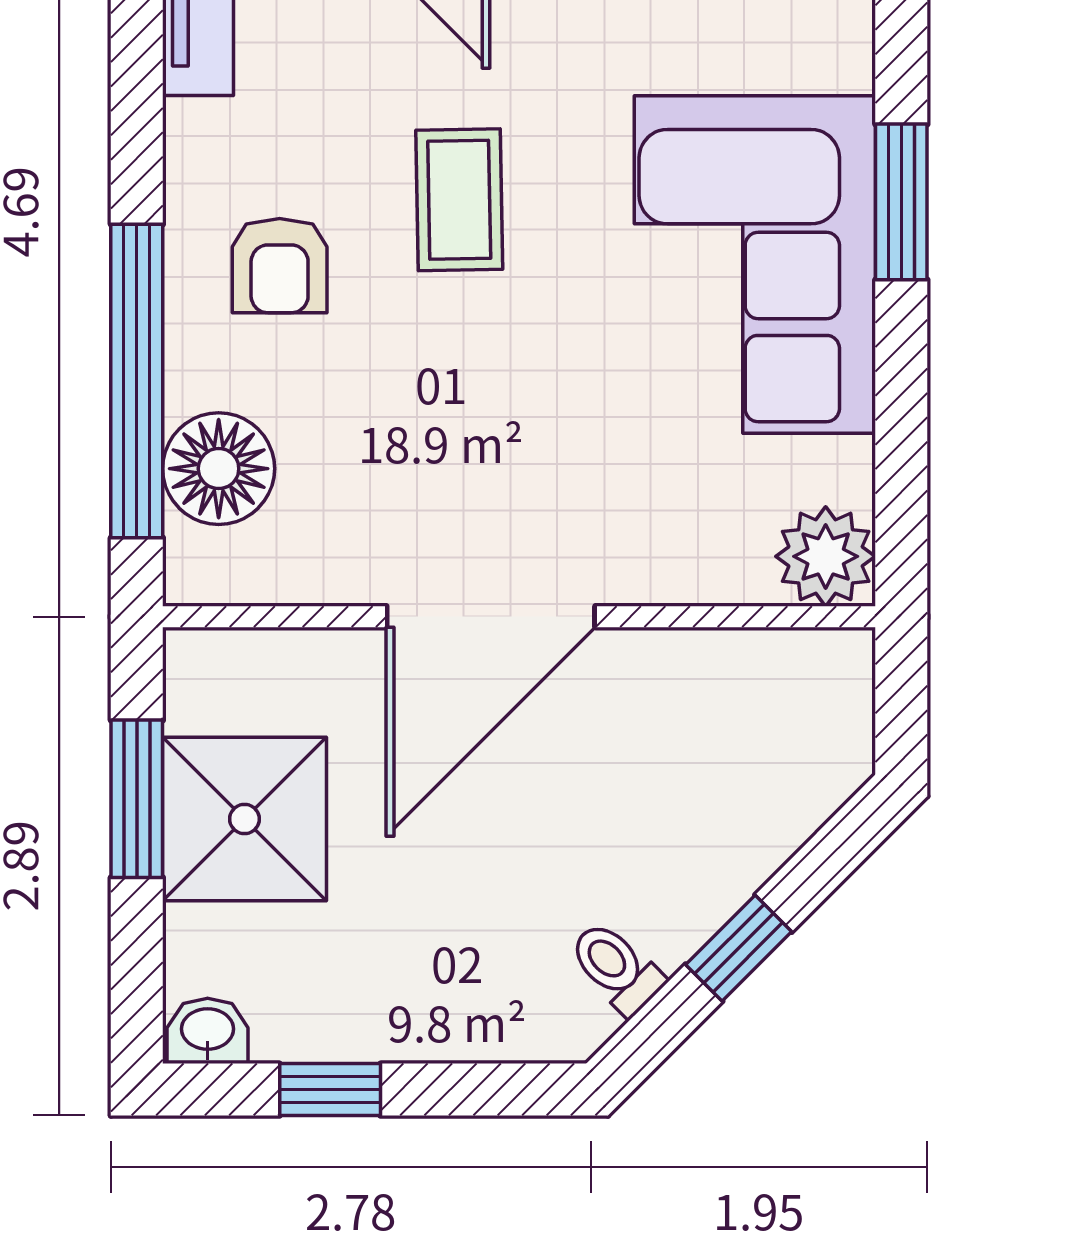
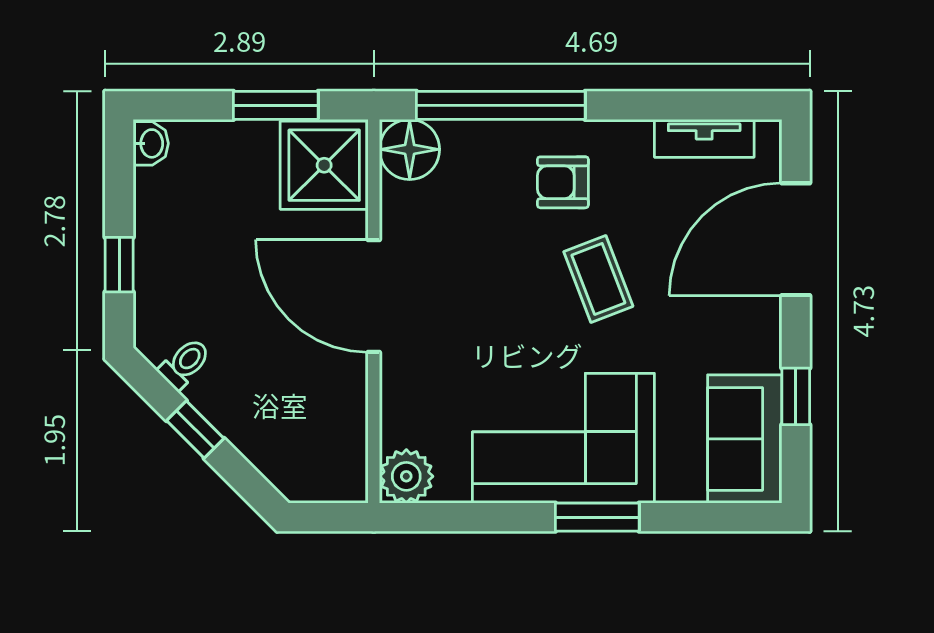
coffee table: (459, 200) -> (598, 279), turned 70
floor lamp: (219, 469) -> (410, 149), moved
shower: (244, 819) -> (324, 165), moved
window: (330, 1090) -> (119, 265), moved

